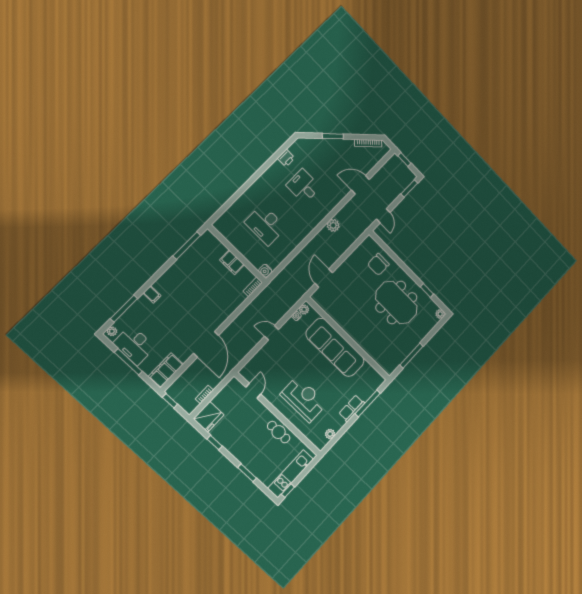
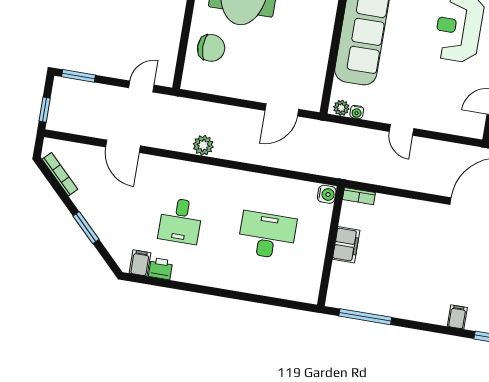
filing cabinet: (296, 150) -> (140, 263), added
desk: (265, 225) -> (267, 235), turned -90

